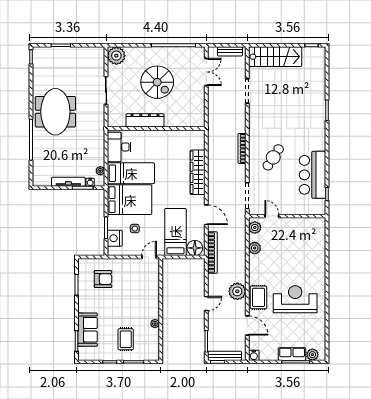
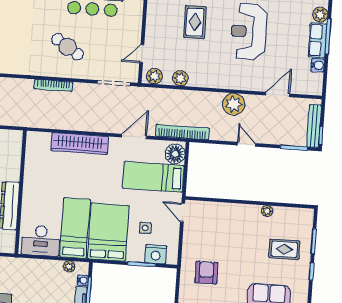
rug: (258, 297) -> (195, 22), moved, turned 90
water cooler: (254, 355) -> (318, 65), moved

